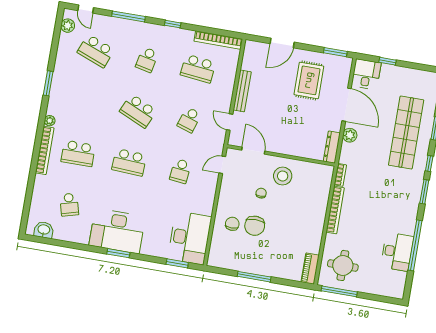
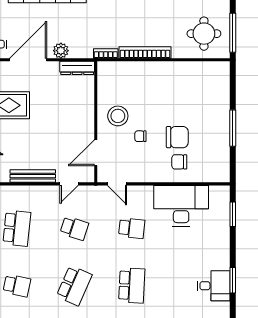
desk: (117, 231) -> (214, 286), width x0.53, depth x0.77
desk: (190, 238) -> (181, 206), moved
piano: (310, 269) -> (213, 69), removed

